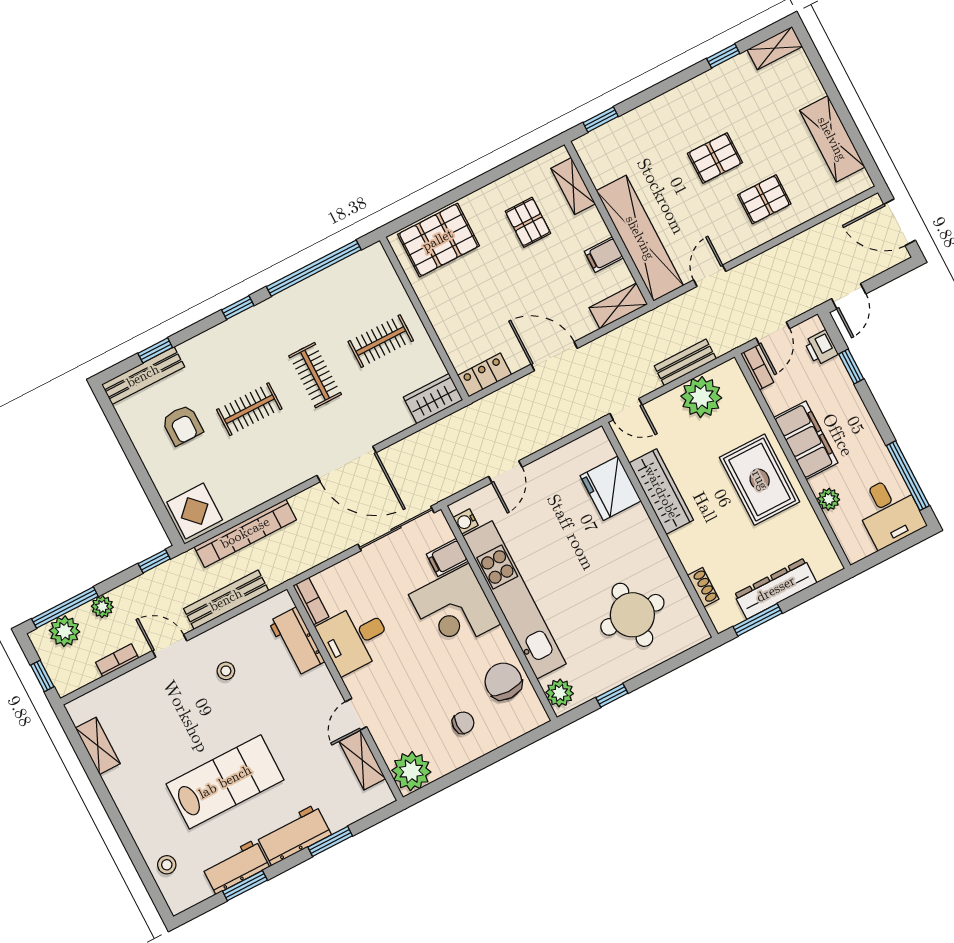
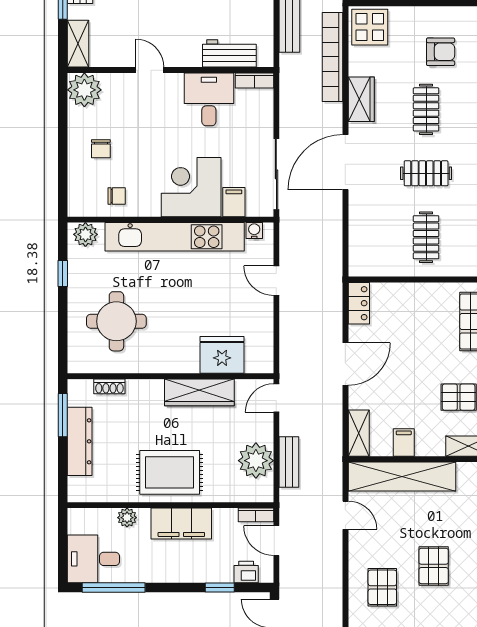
wardrobe: (433, 399) -> (361, 99), moved
armchair: (182, 425) -> (441, 52), turned 180
chair: (503, 681) -> (117, 196), width x0.54, depth x0.54
shelving: (362, 760) -> (78, 44), moved, turned 90

